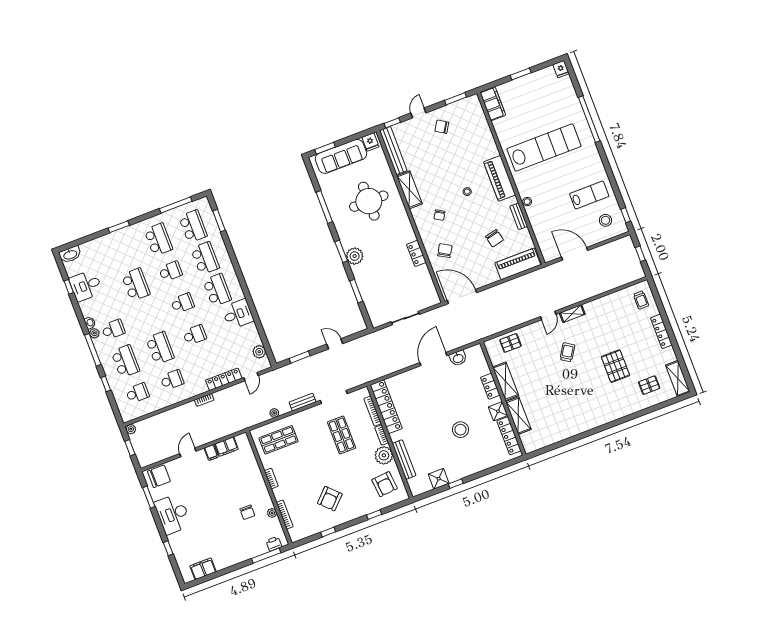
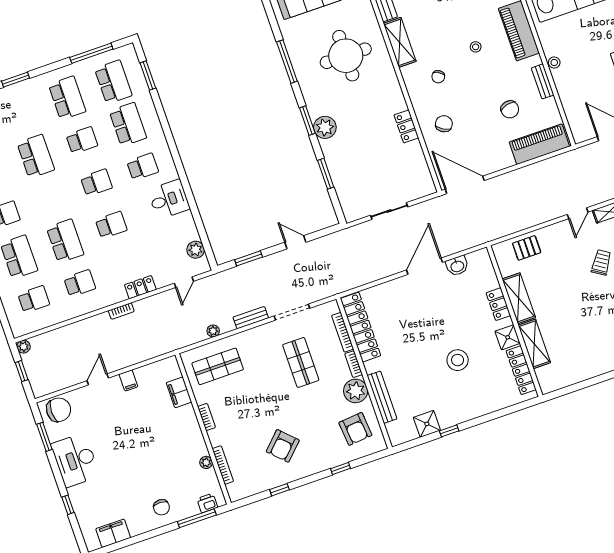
school desk: (217, 290) -> (143, 167), width x0.54
locker: (224, 379) -> (140, 287), width x0.66
filing cabinet: (226, 447) -> (179, 392), moved, turned 90
chair: (247, 512) -> (161, 507), moved

